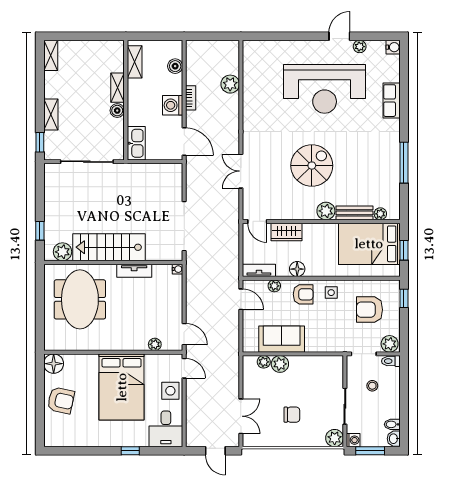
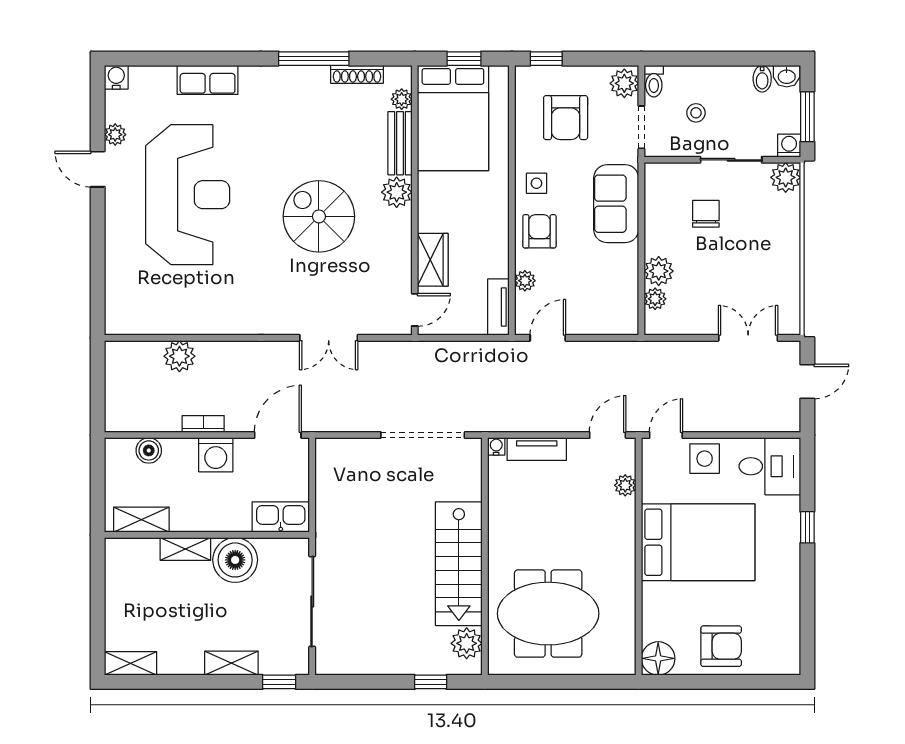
boiler: (117, 111) -> (235, 560), width x1.86, depth x1.86
shoe rack: (395, 188) -> (357, 74), added
floor lamp: (297, 269) -> (496, 241), removed
tv unit: (134, 271) -> (537, 449), moved, turned 90
sofa: (282, 339) -> (616, 204), moved
armchair: (61, 400) -> (721, 646), turned 78
chair: (292, 415) -> (706, 214), moved

